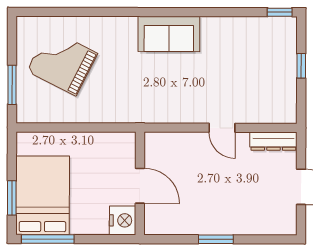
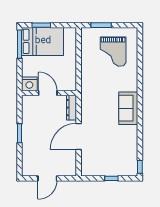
grand piano: (62, 62) -> (113, 52), turned 153
door: (222, 128) -> (79, 136), width x1.88
dresser: (273, 141) -> (71, 108), moved
door: (140, 186) -> (48, 93), swing flipped

